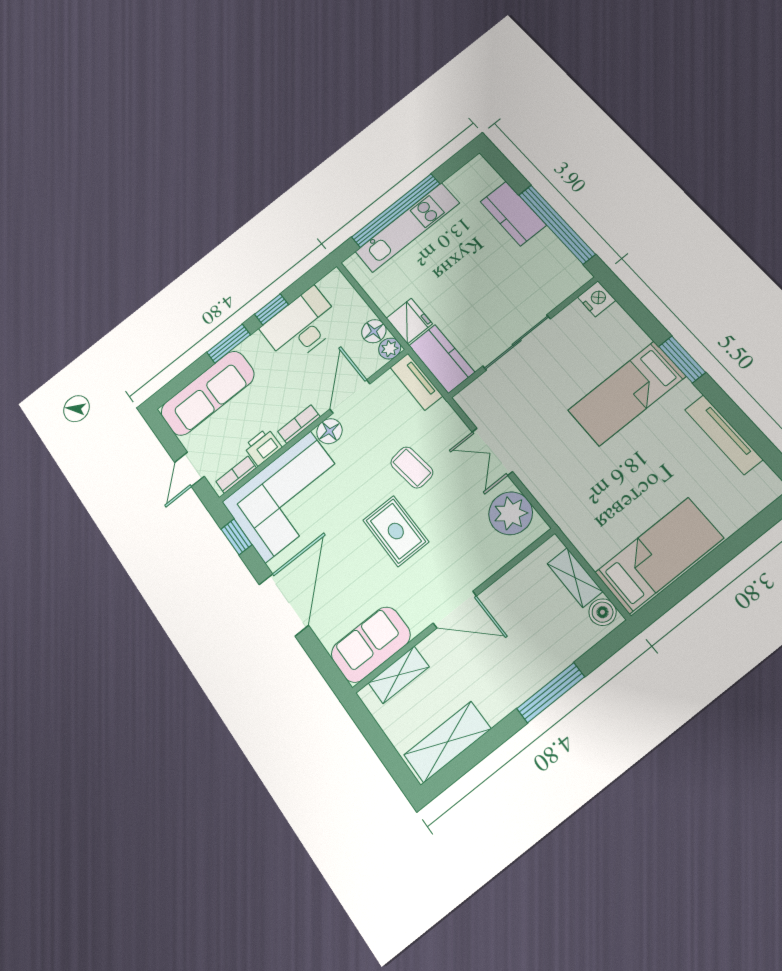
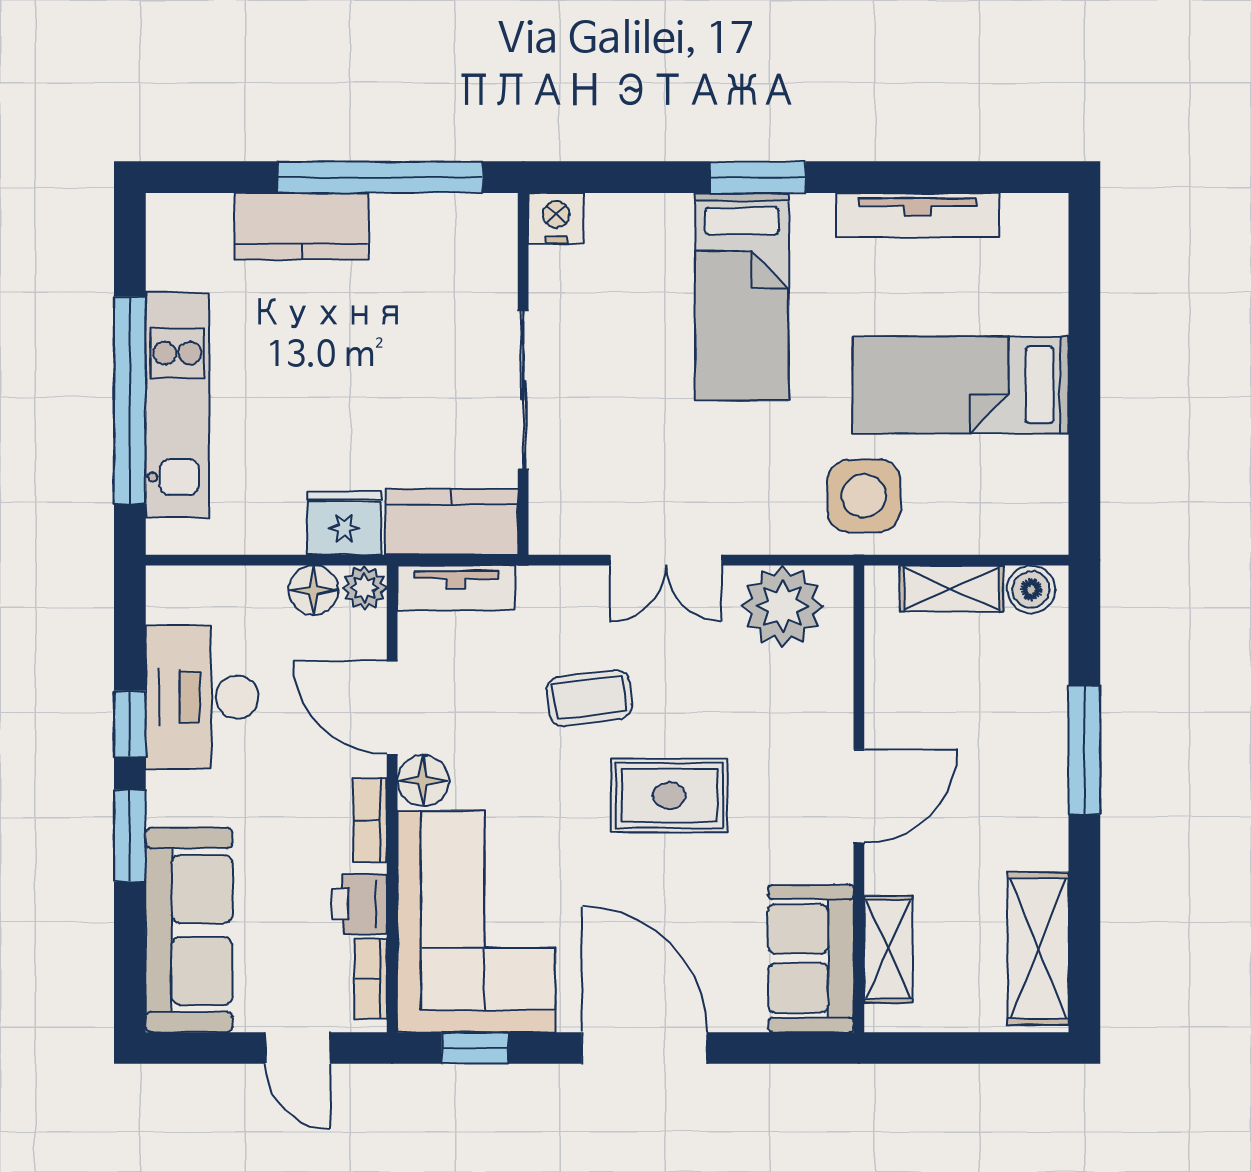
side table: (585, 509) -> (864, 496), added
bed: (659, 555) -> (961, 385), moved, turned -90

